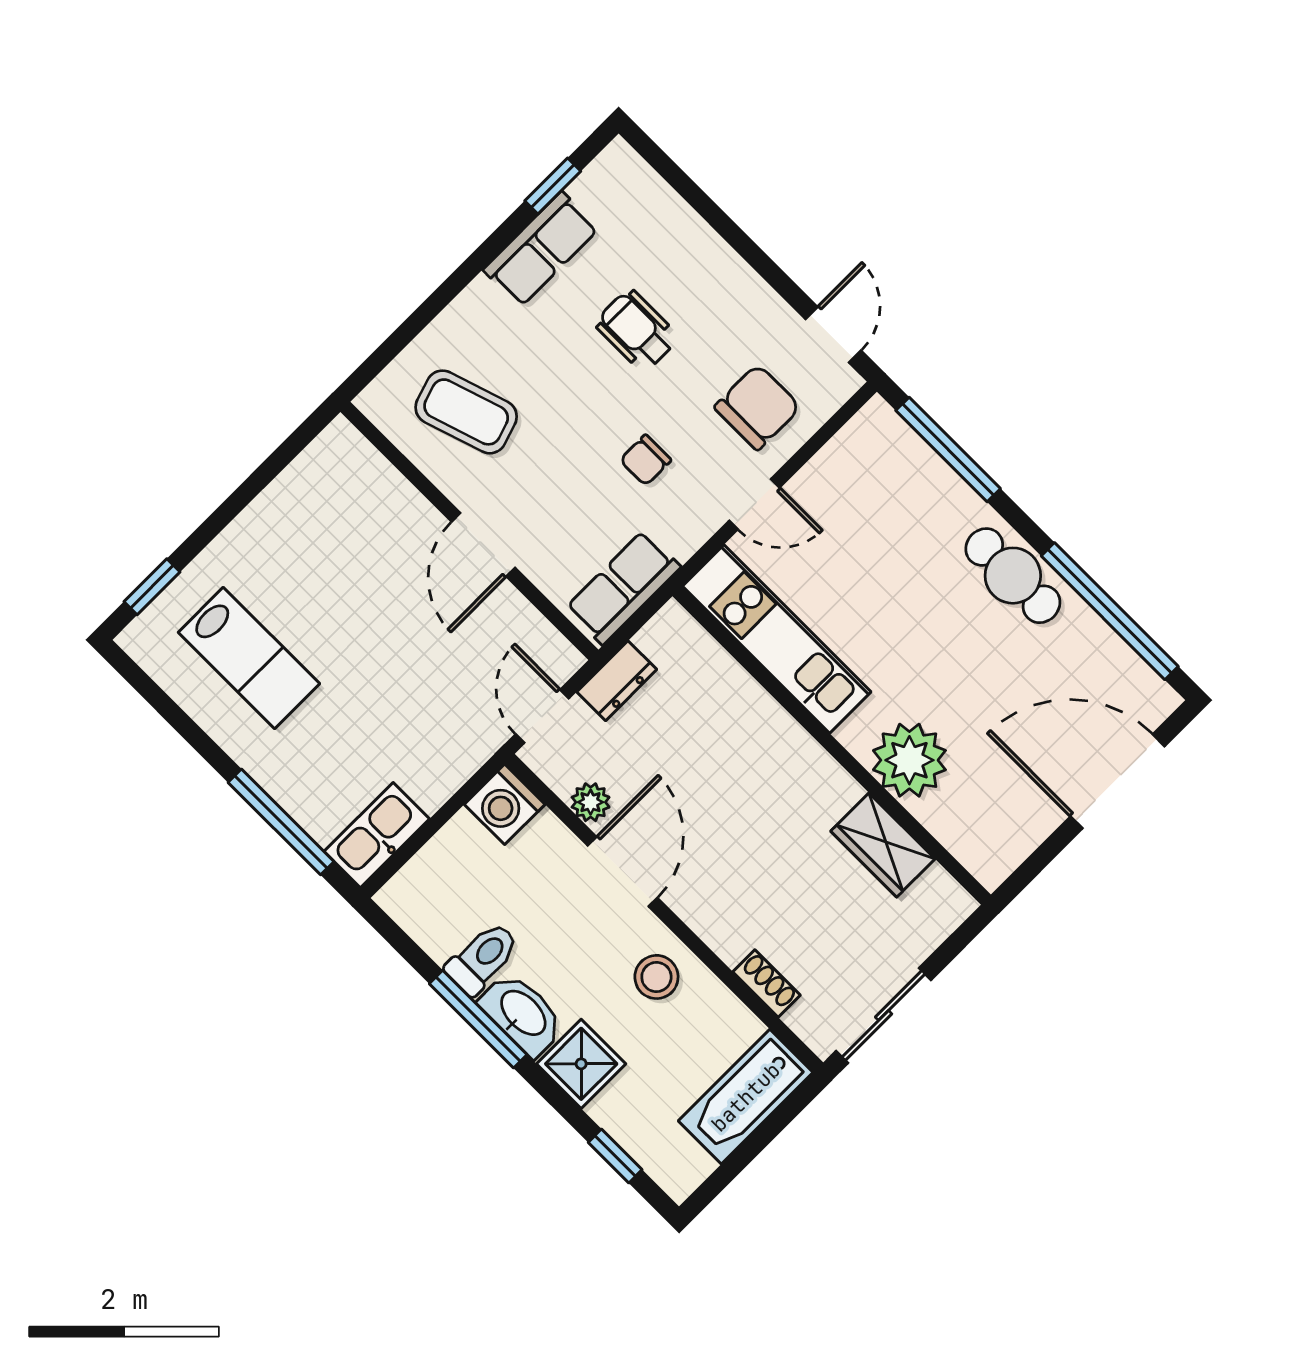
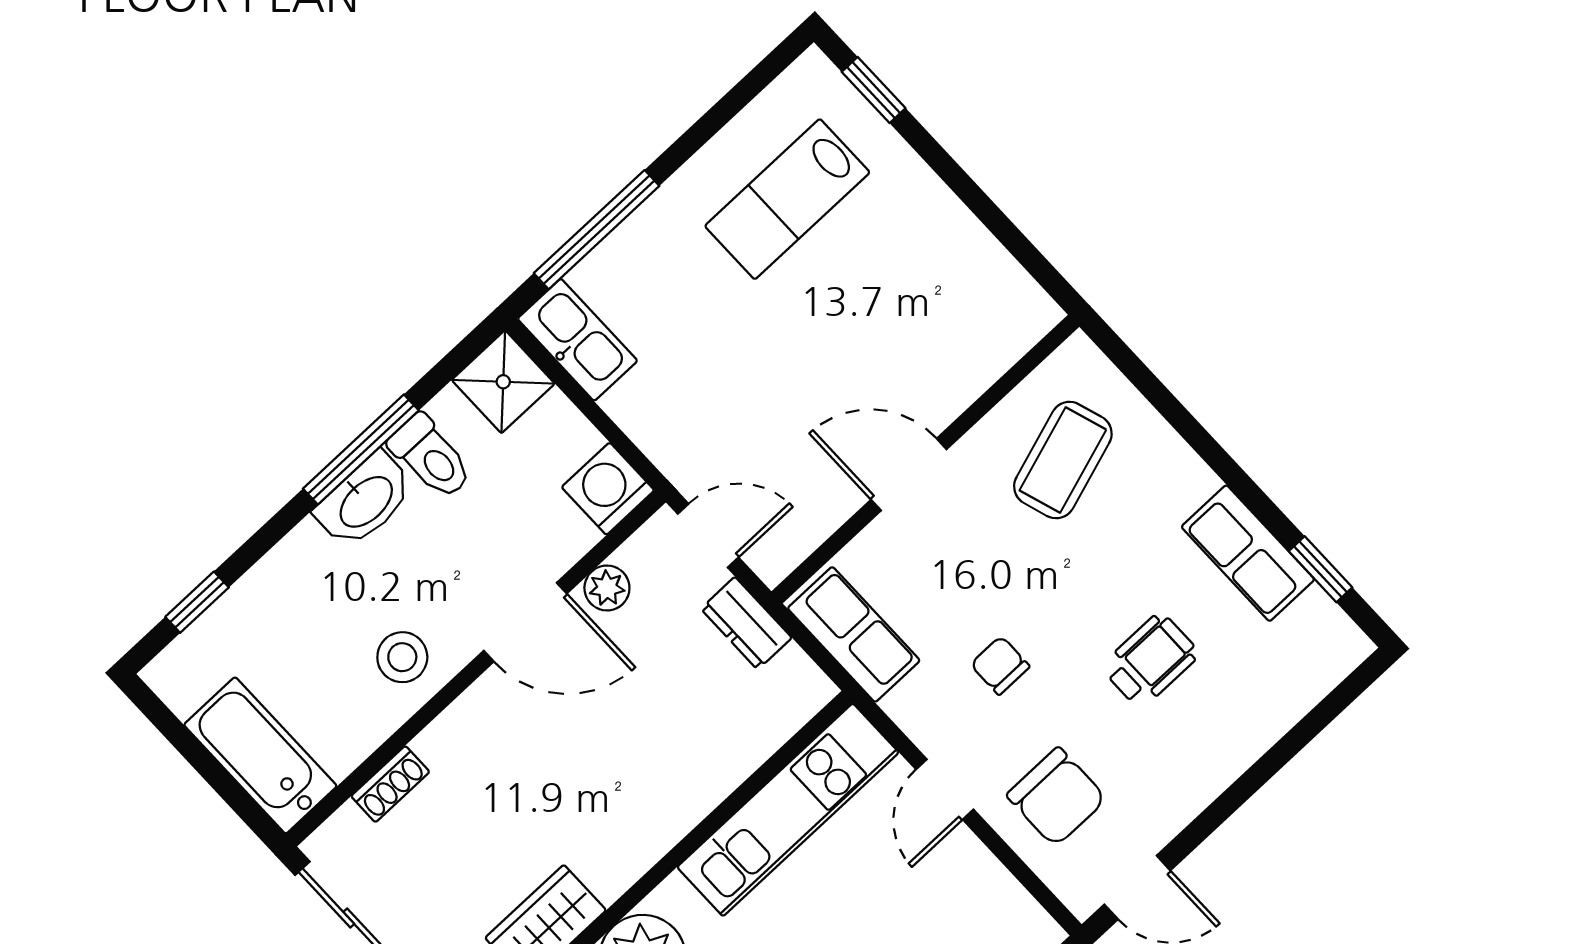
shower: (581, 1064) -> (503, 382), moved

